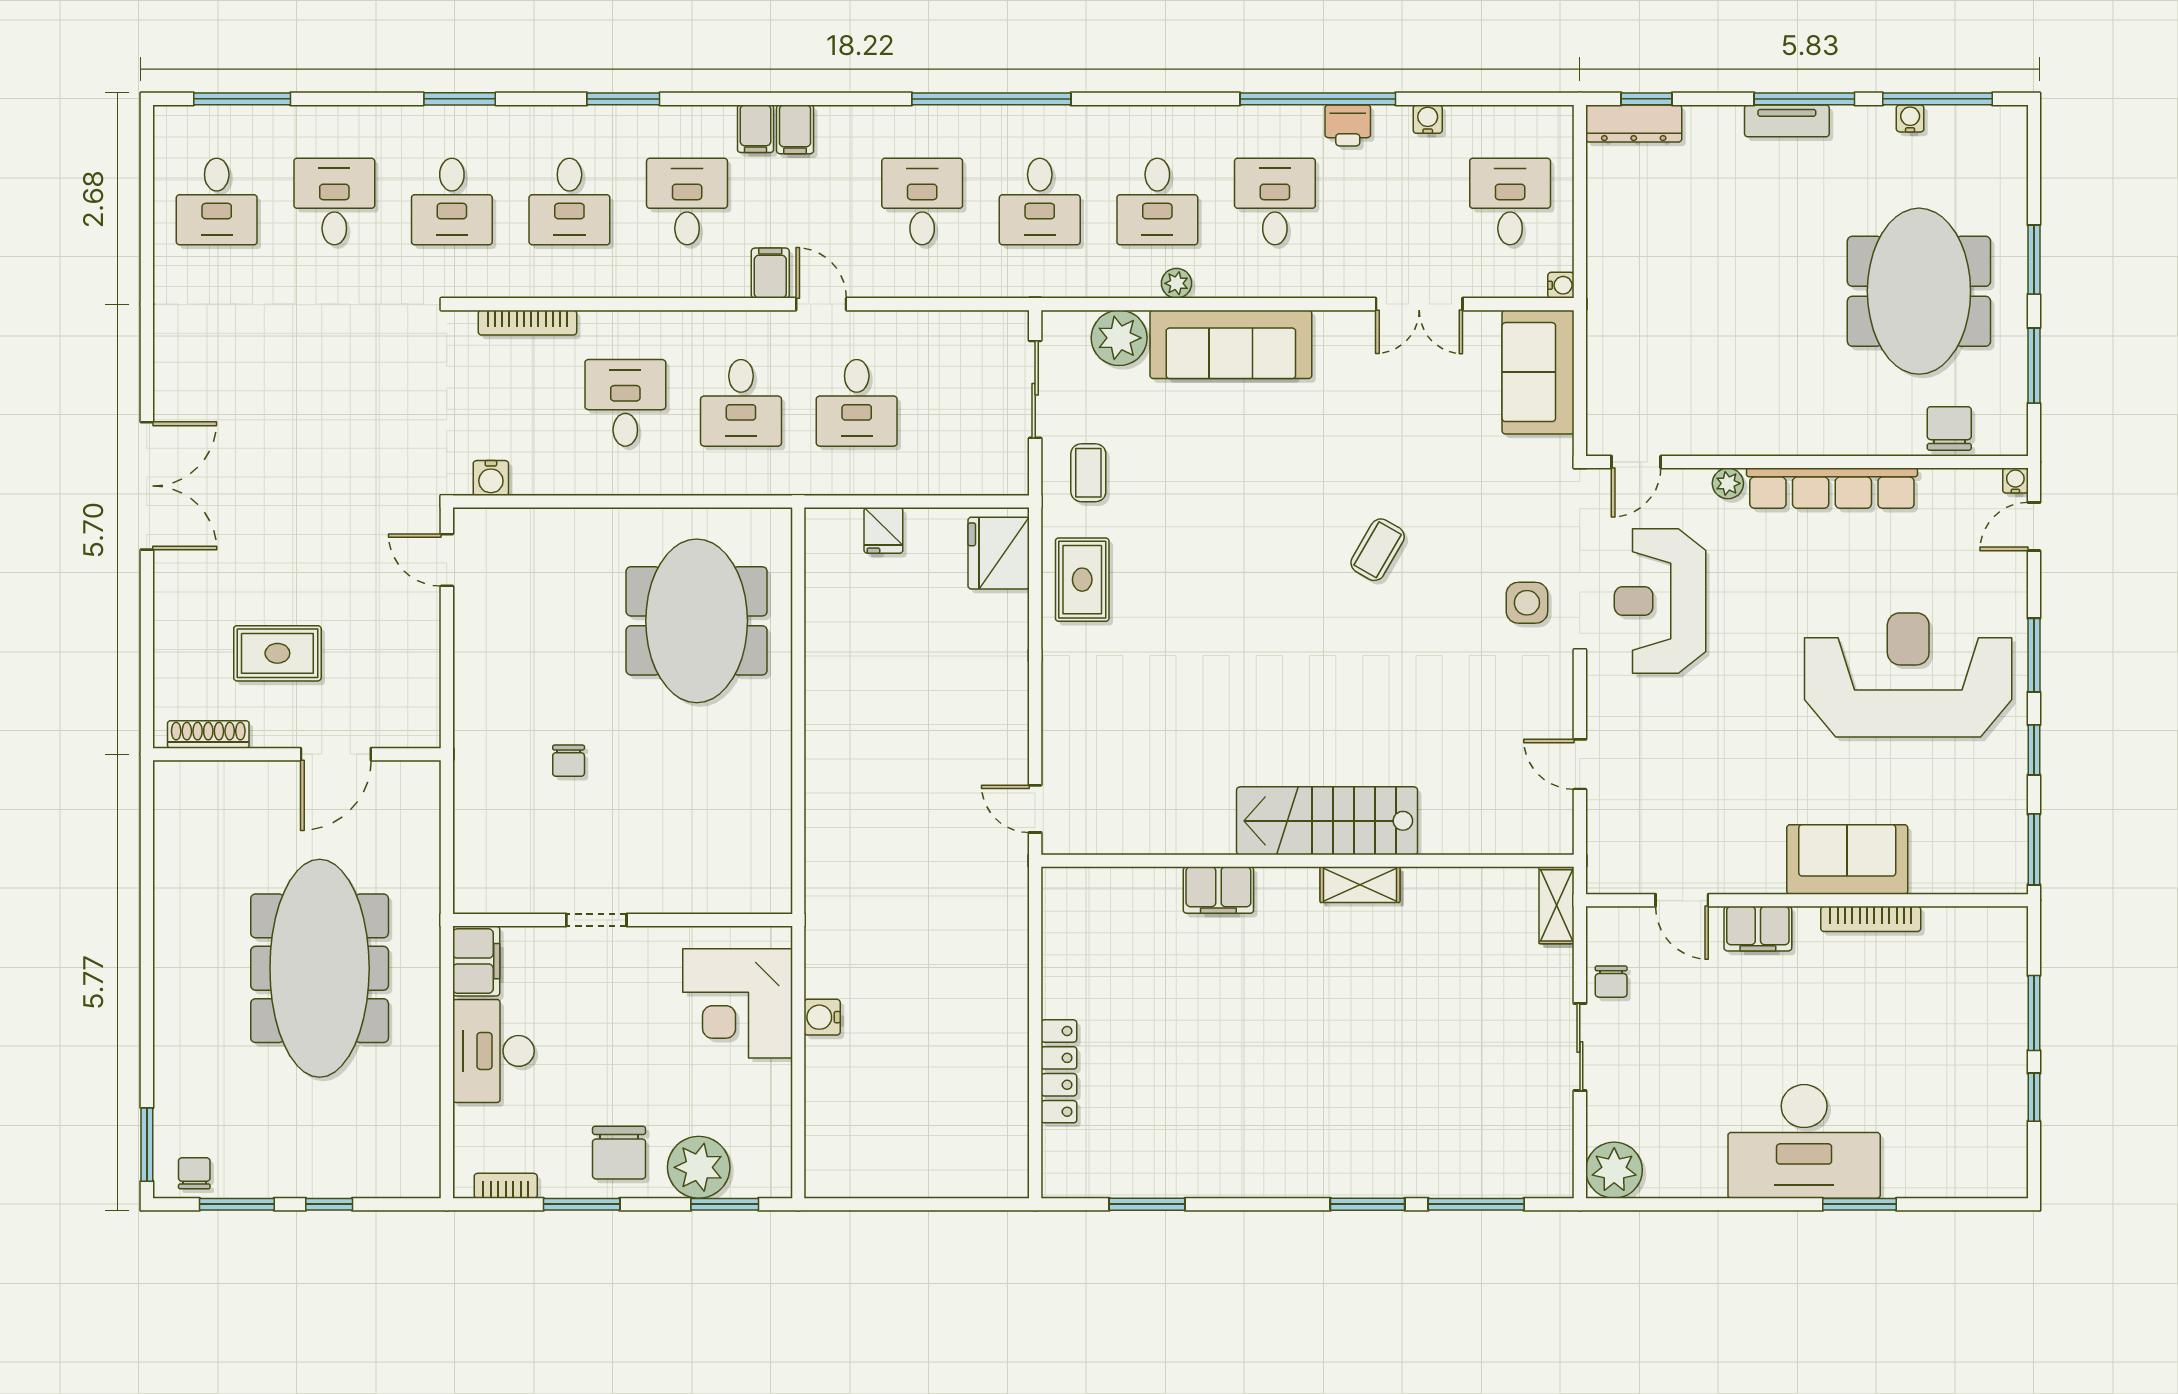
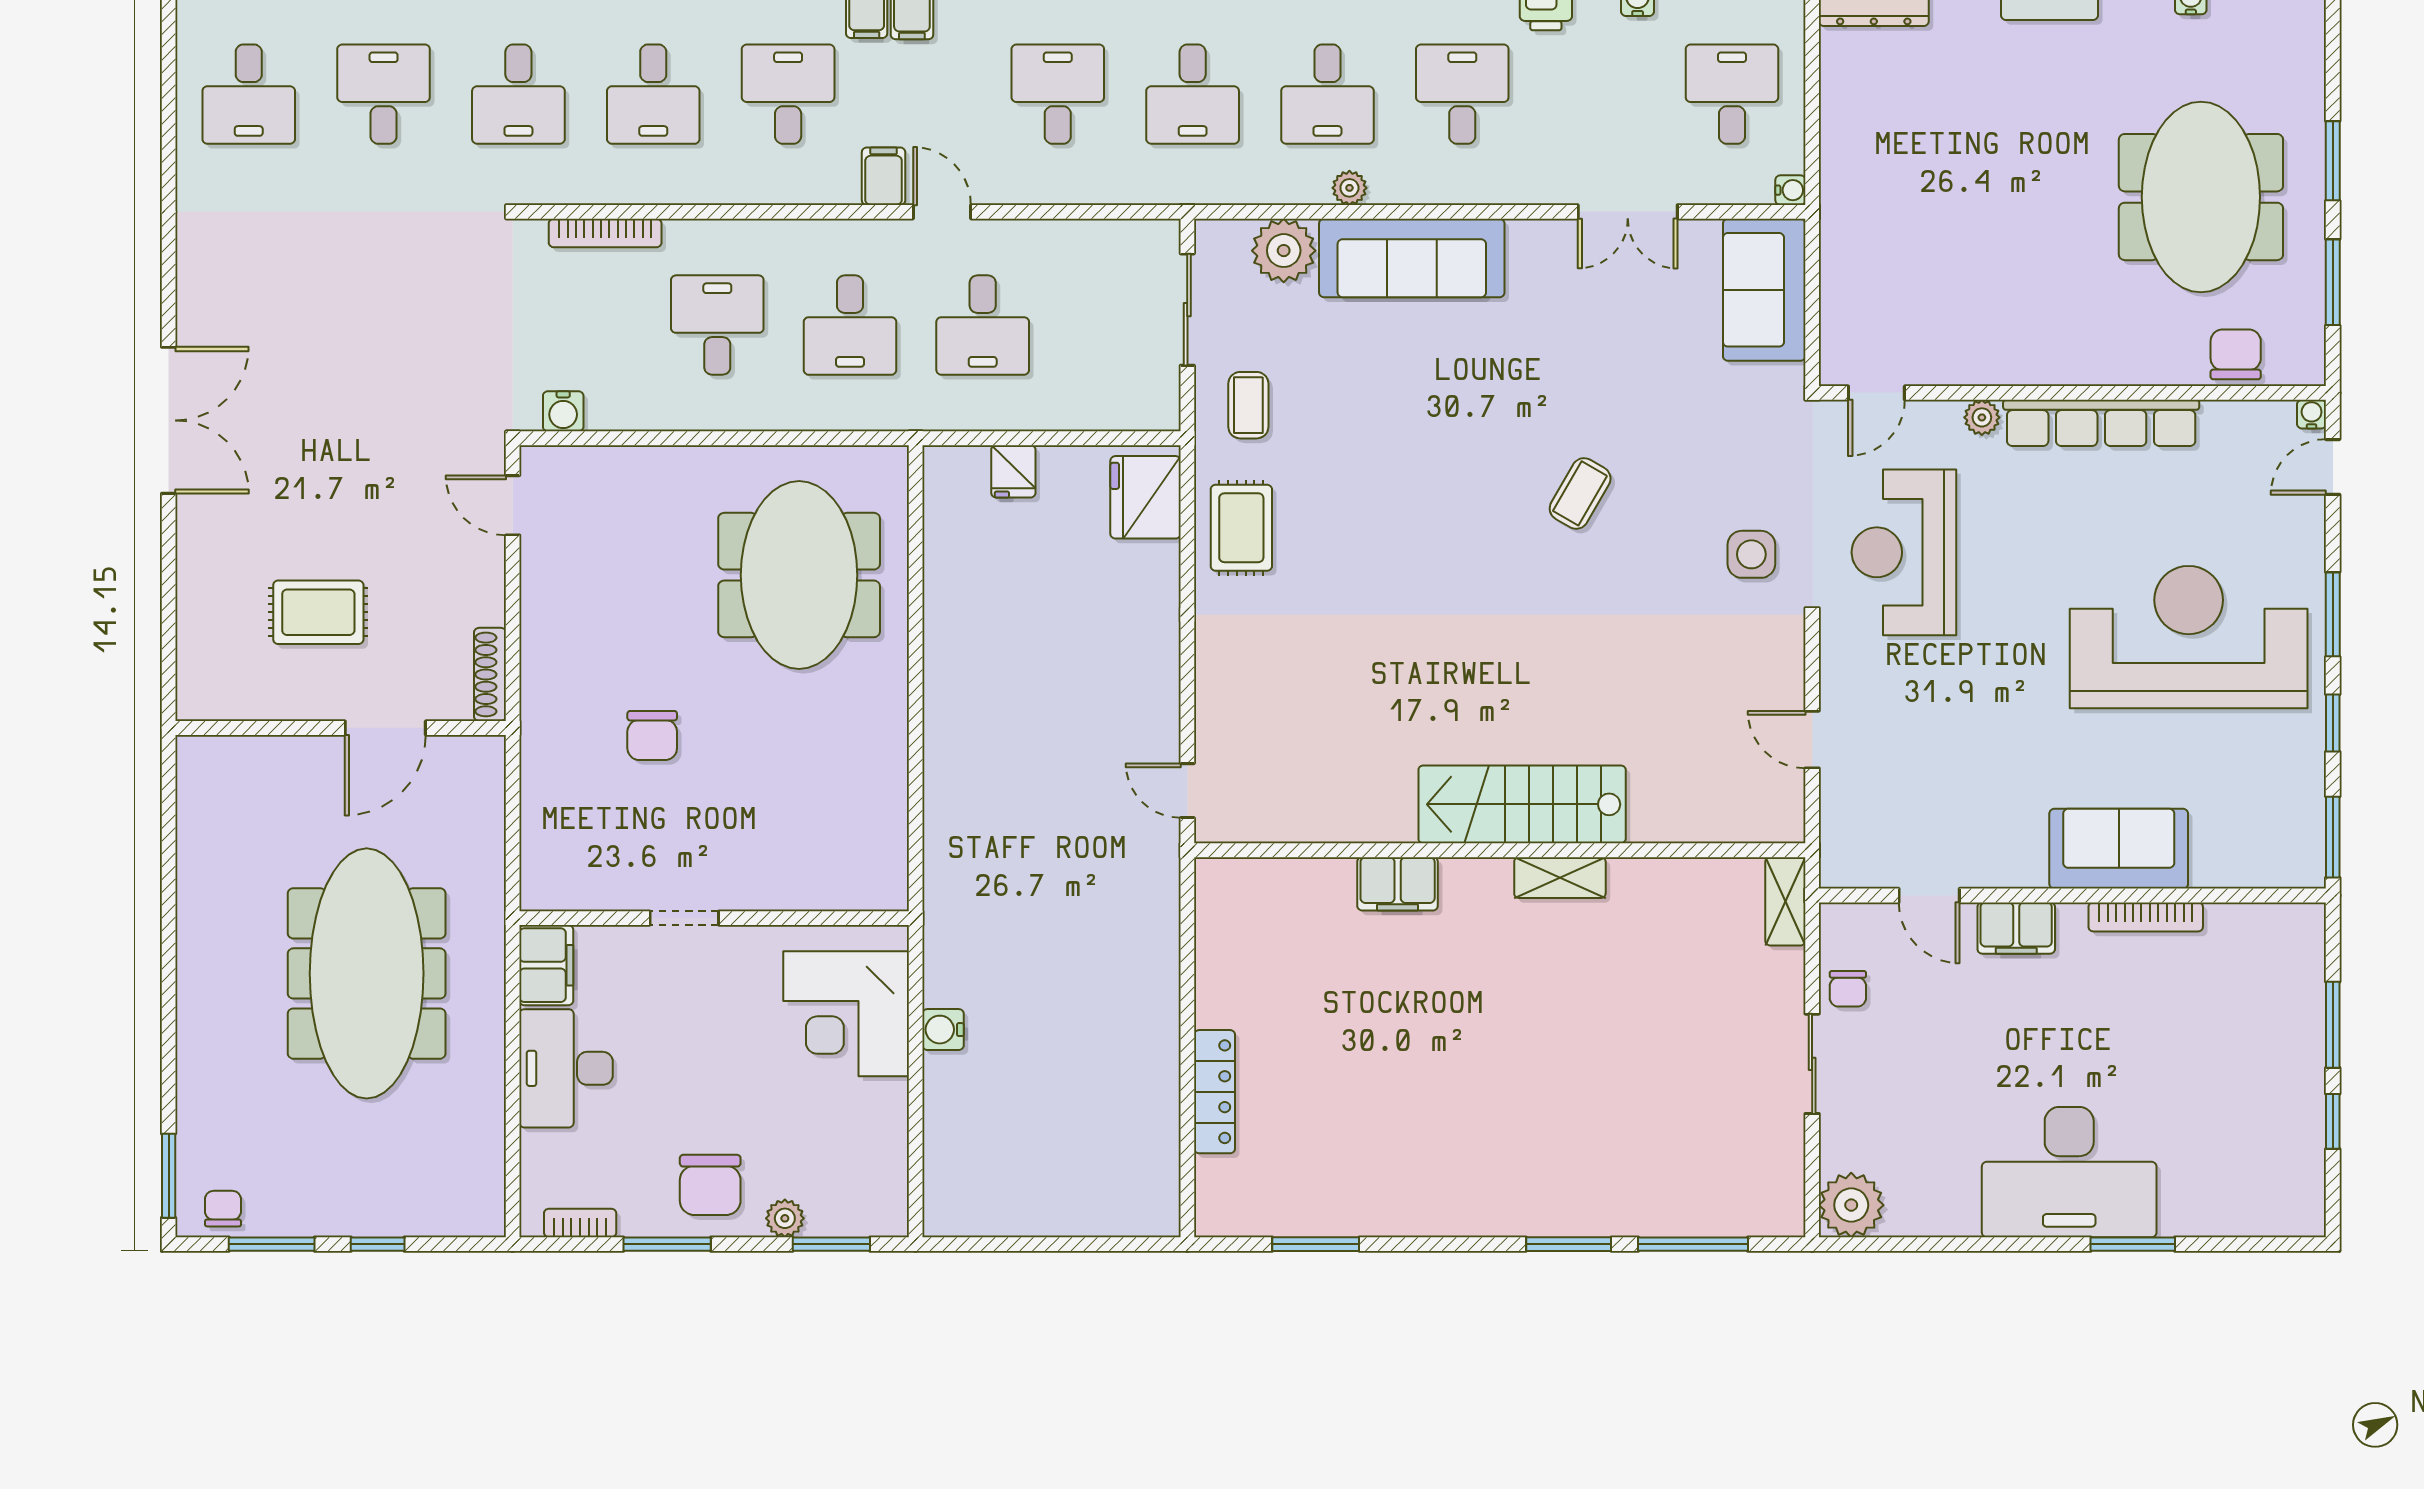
shoe rack: (208, 734) -> (490, 674), moved, turned -90
chair: (569, 761) -> (652, 735), width x1.37, depth x1.37
plant: (699, 1167) -> (785, 1218), width x0.53, depth x0.53

